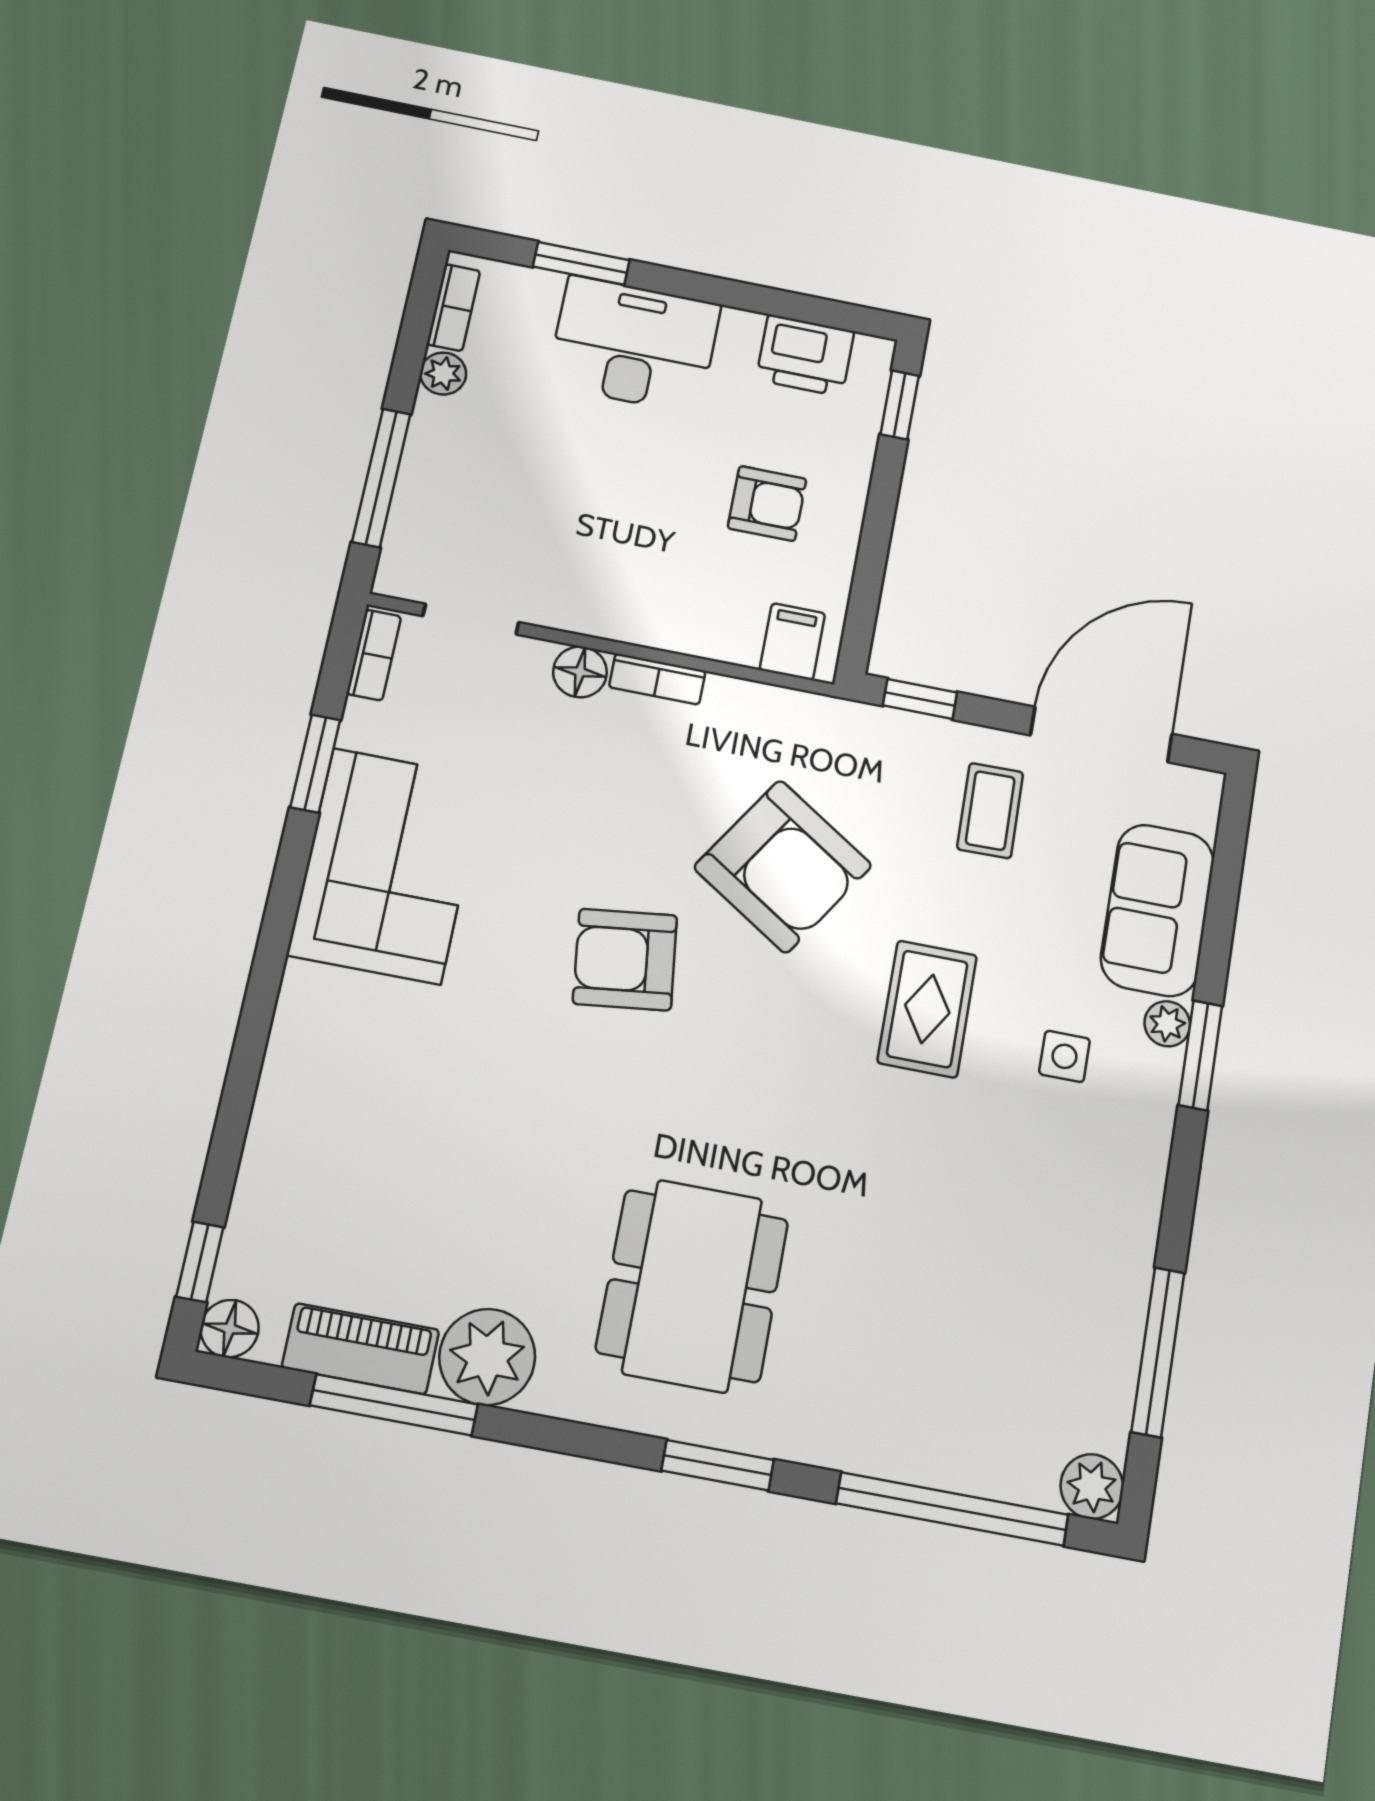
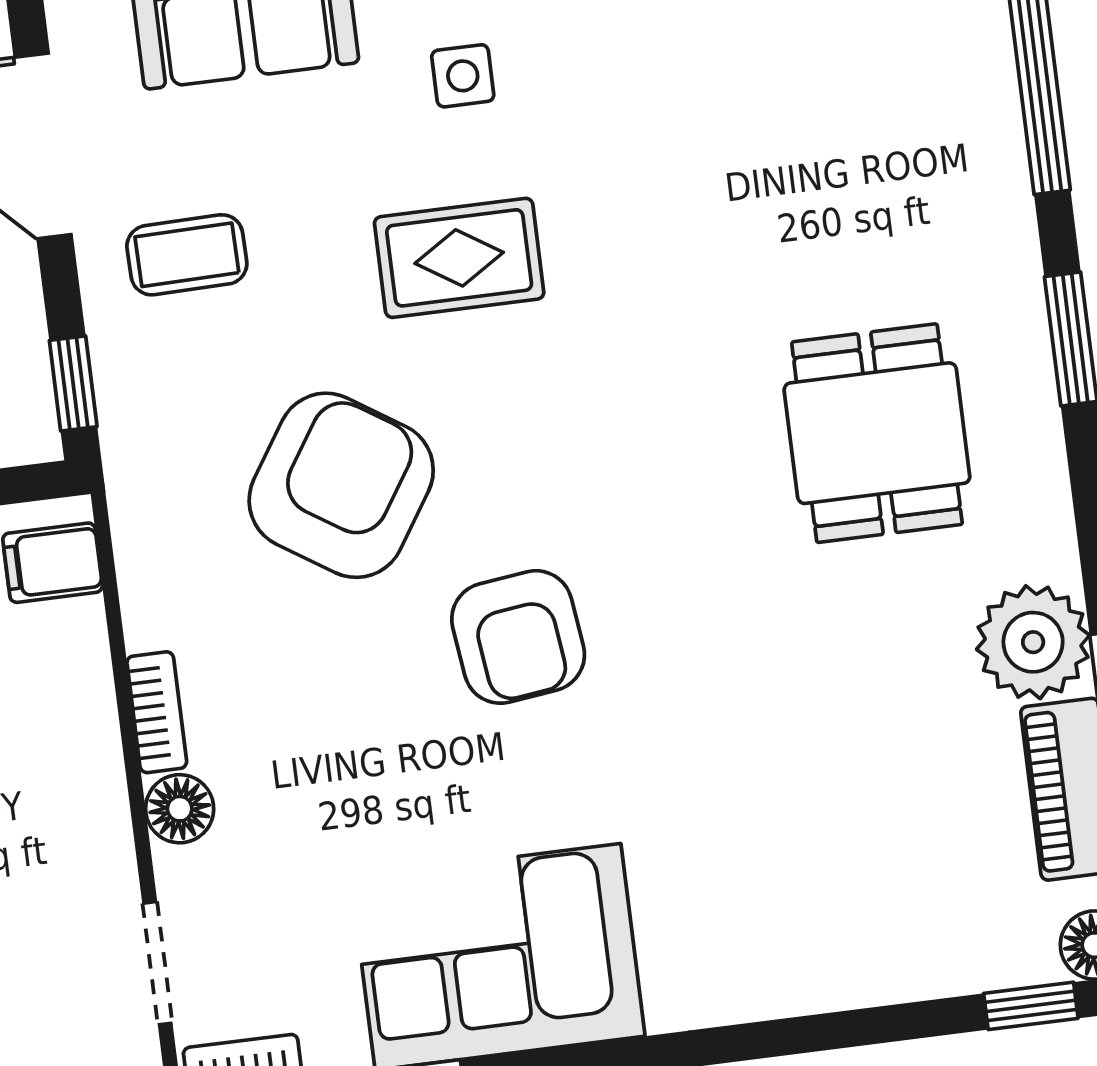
dining table: (692, 1286) -> (877, 433), width x0.73

